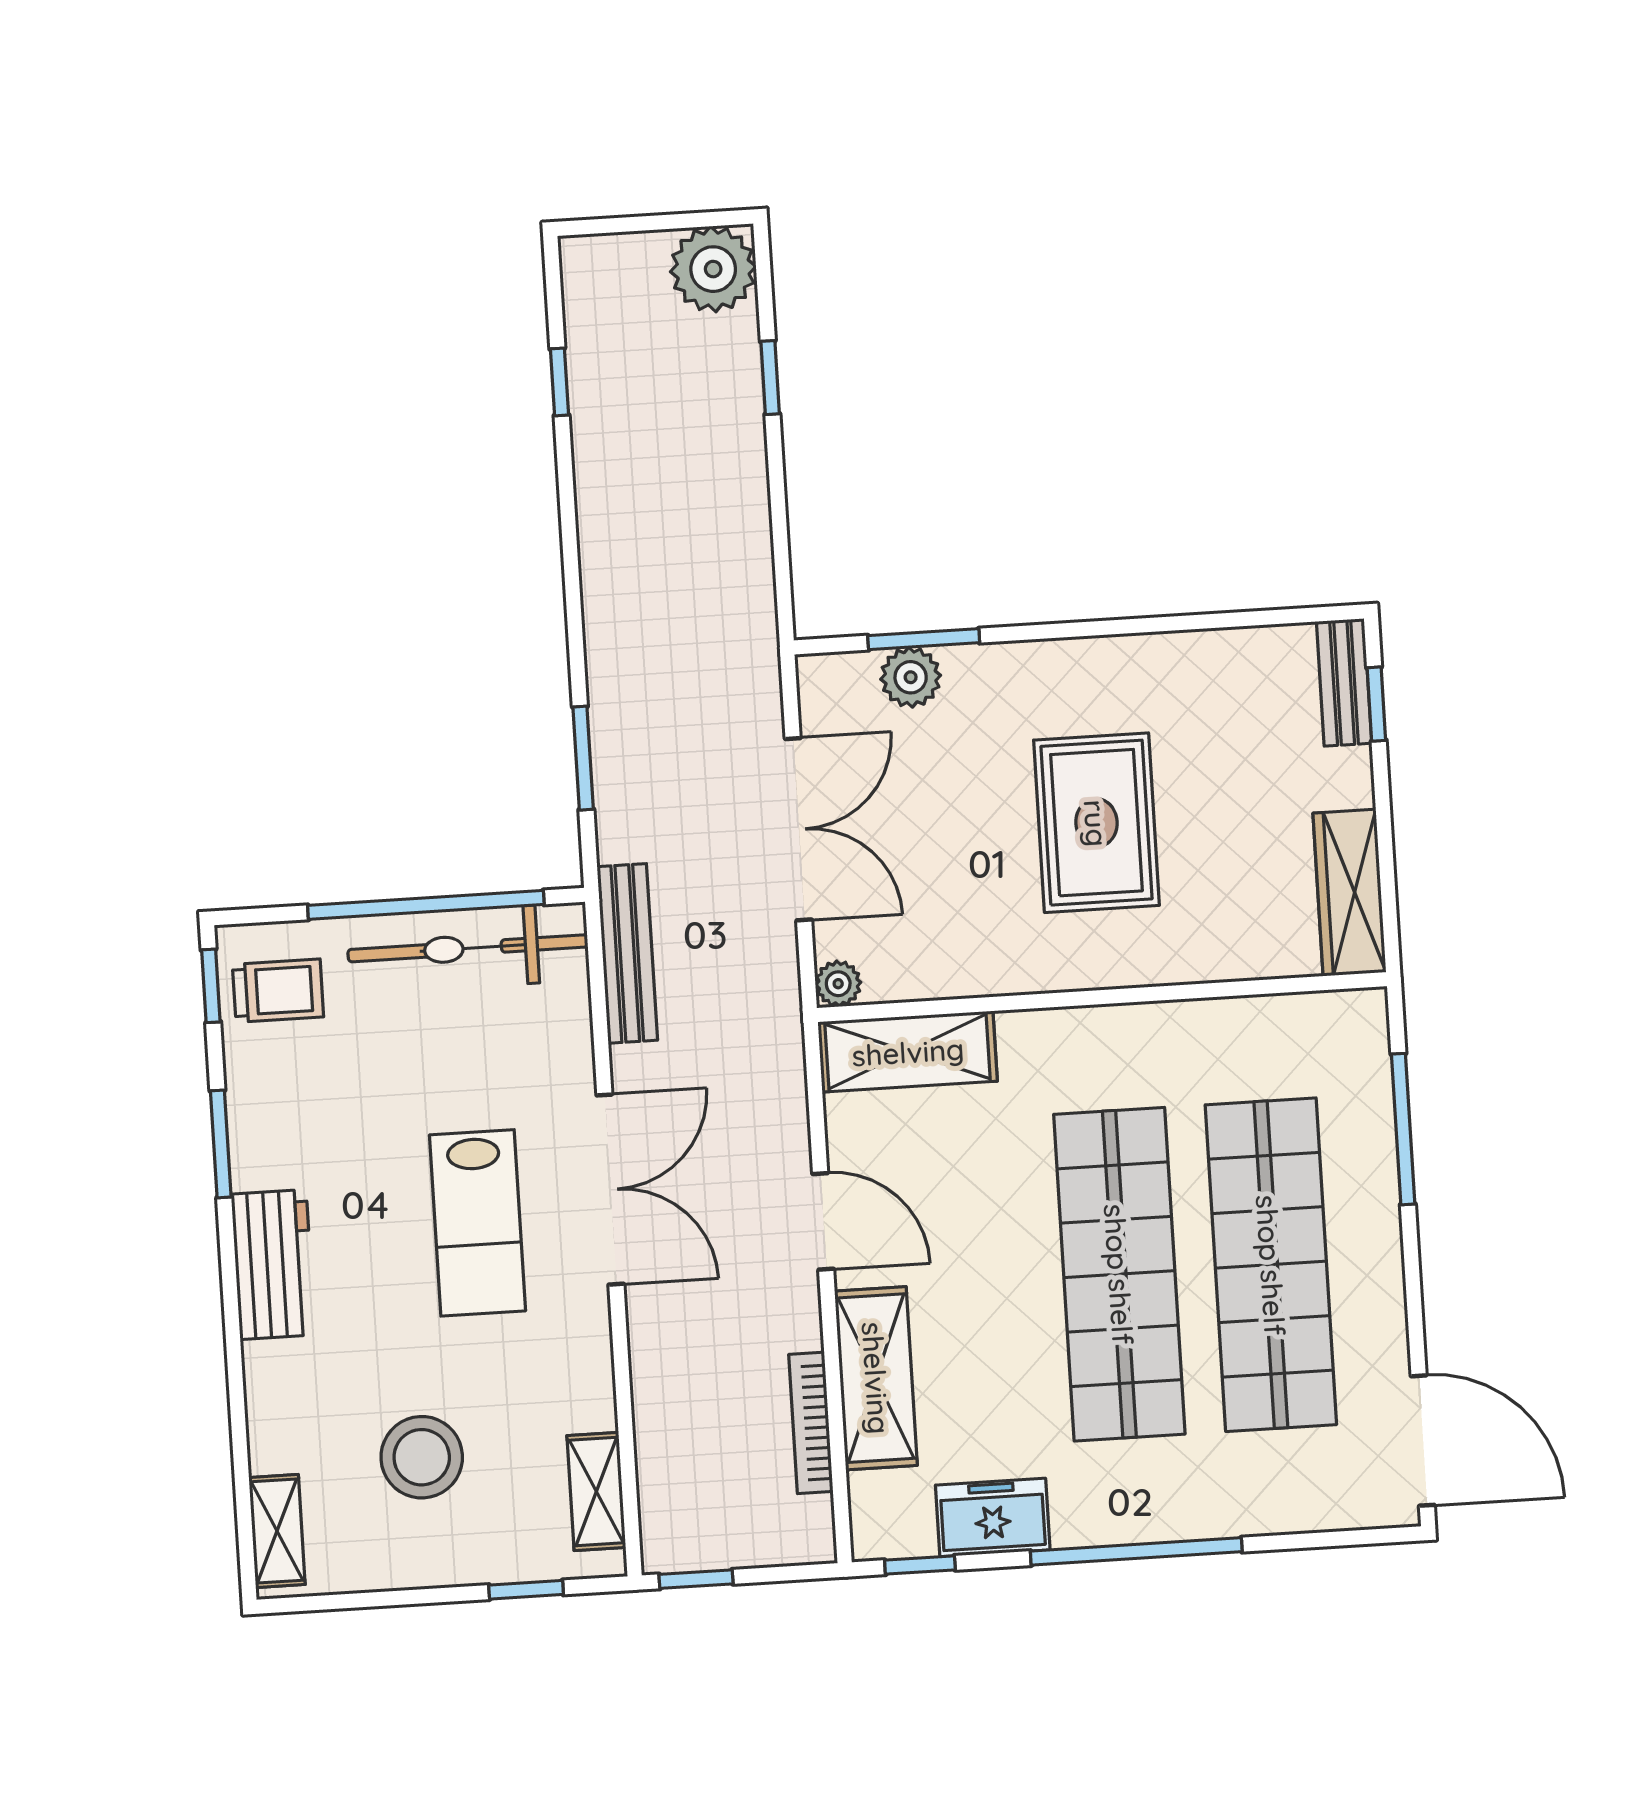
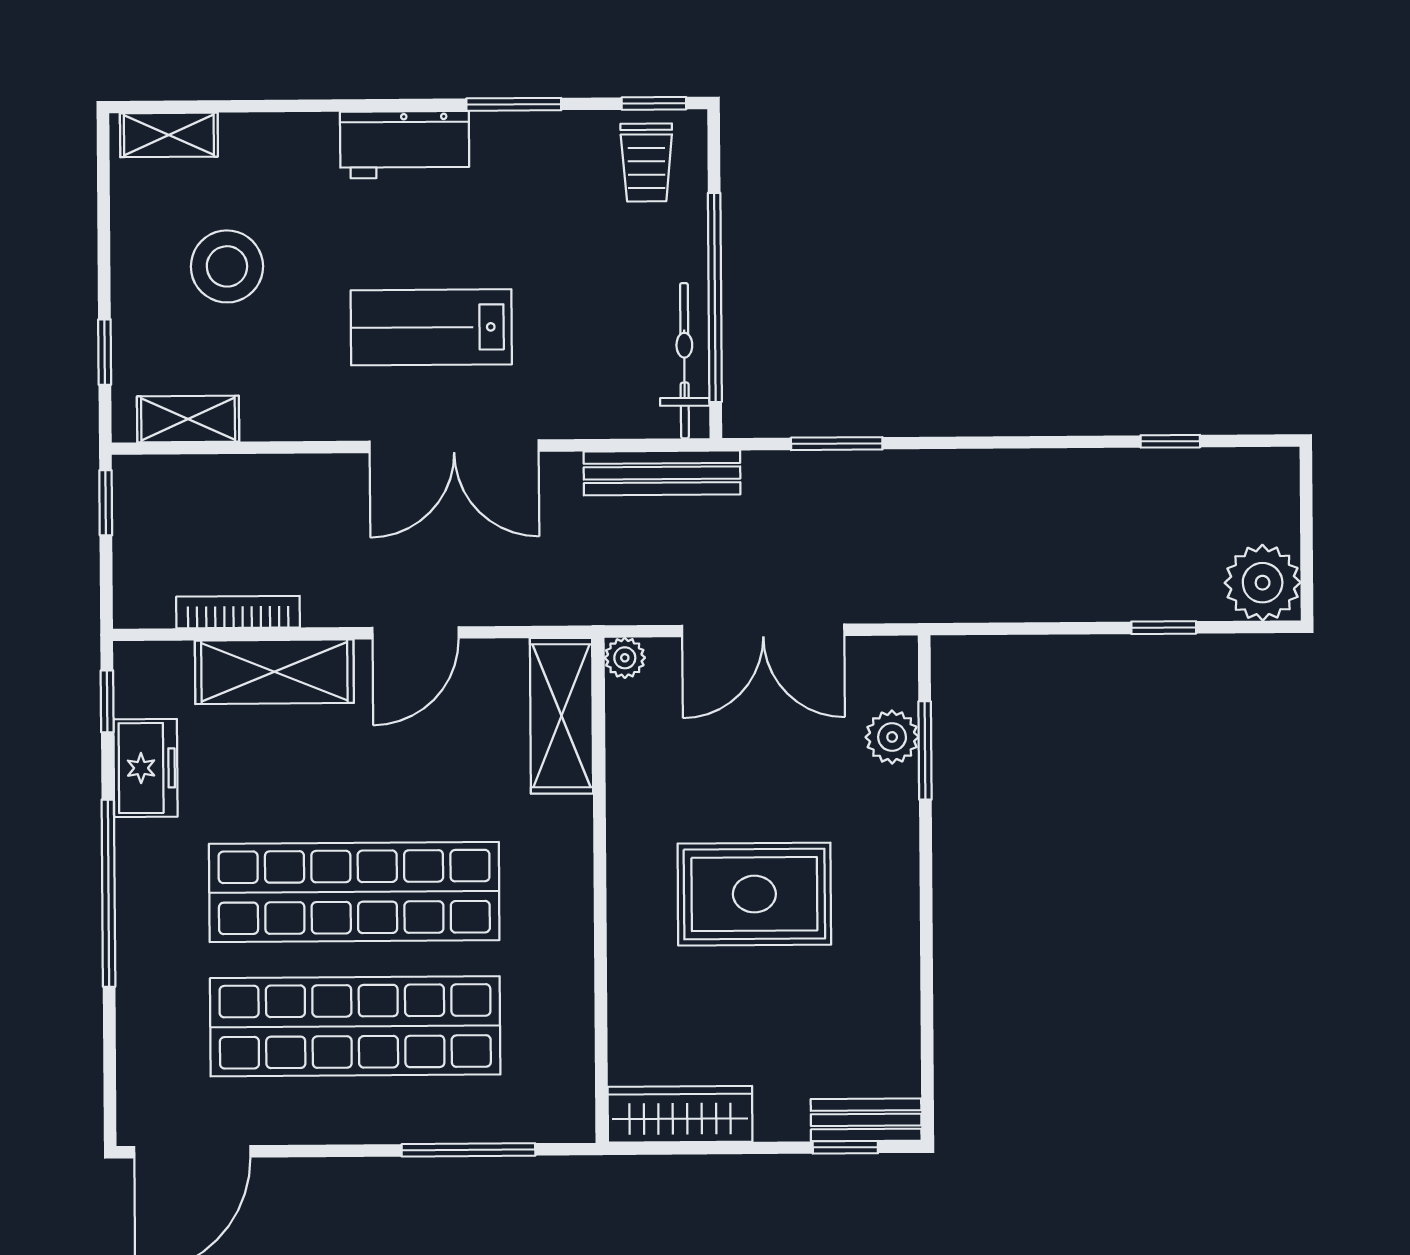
bicycle: (468, 948) -> (684, 361), width x0.73, depth x0.71

